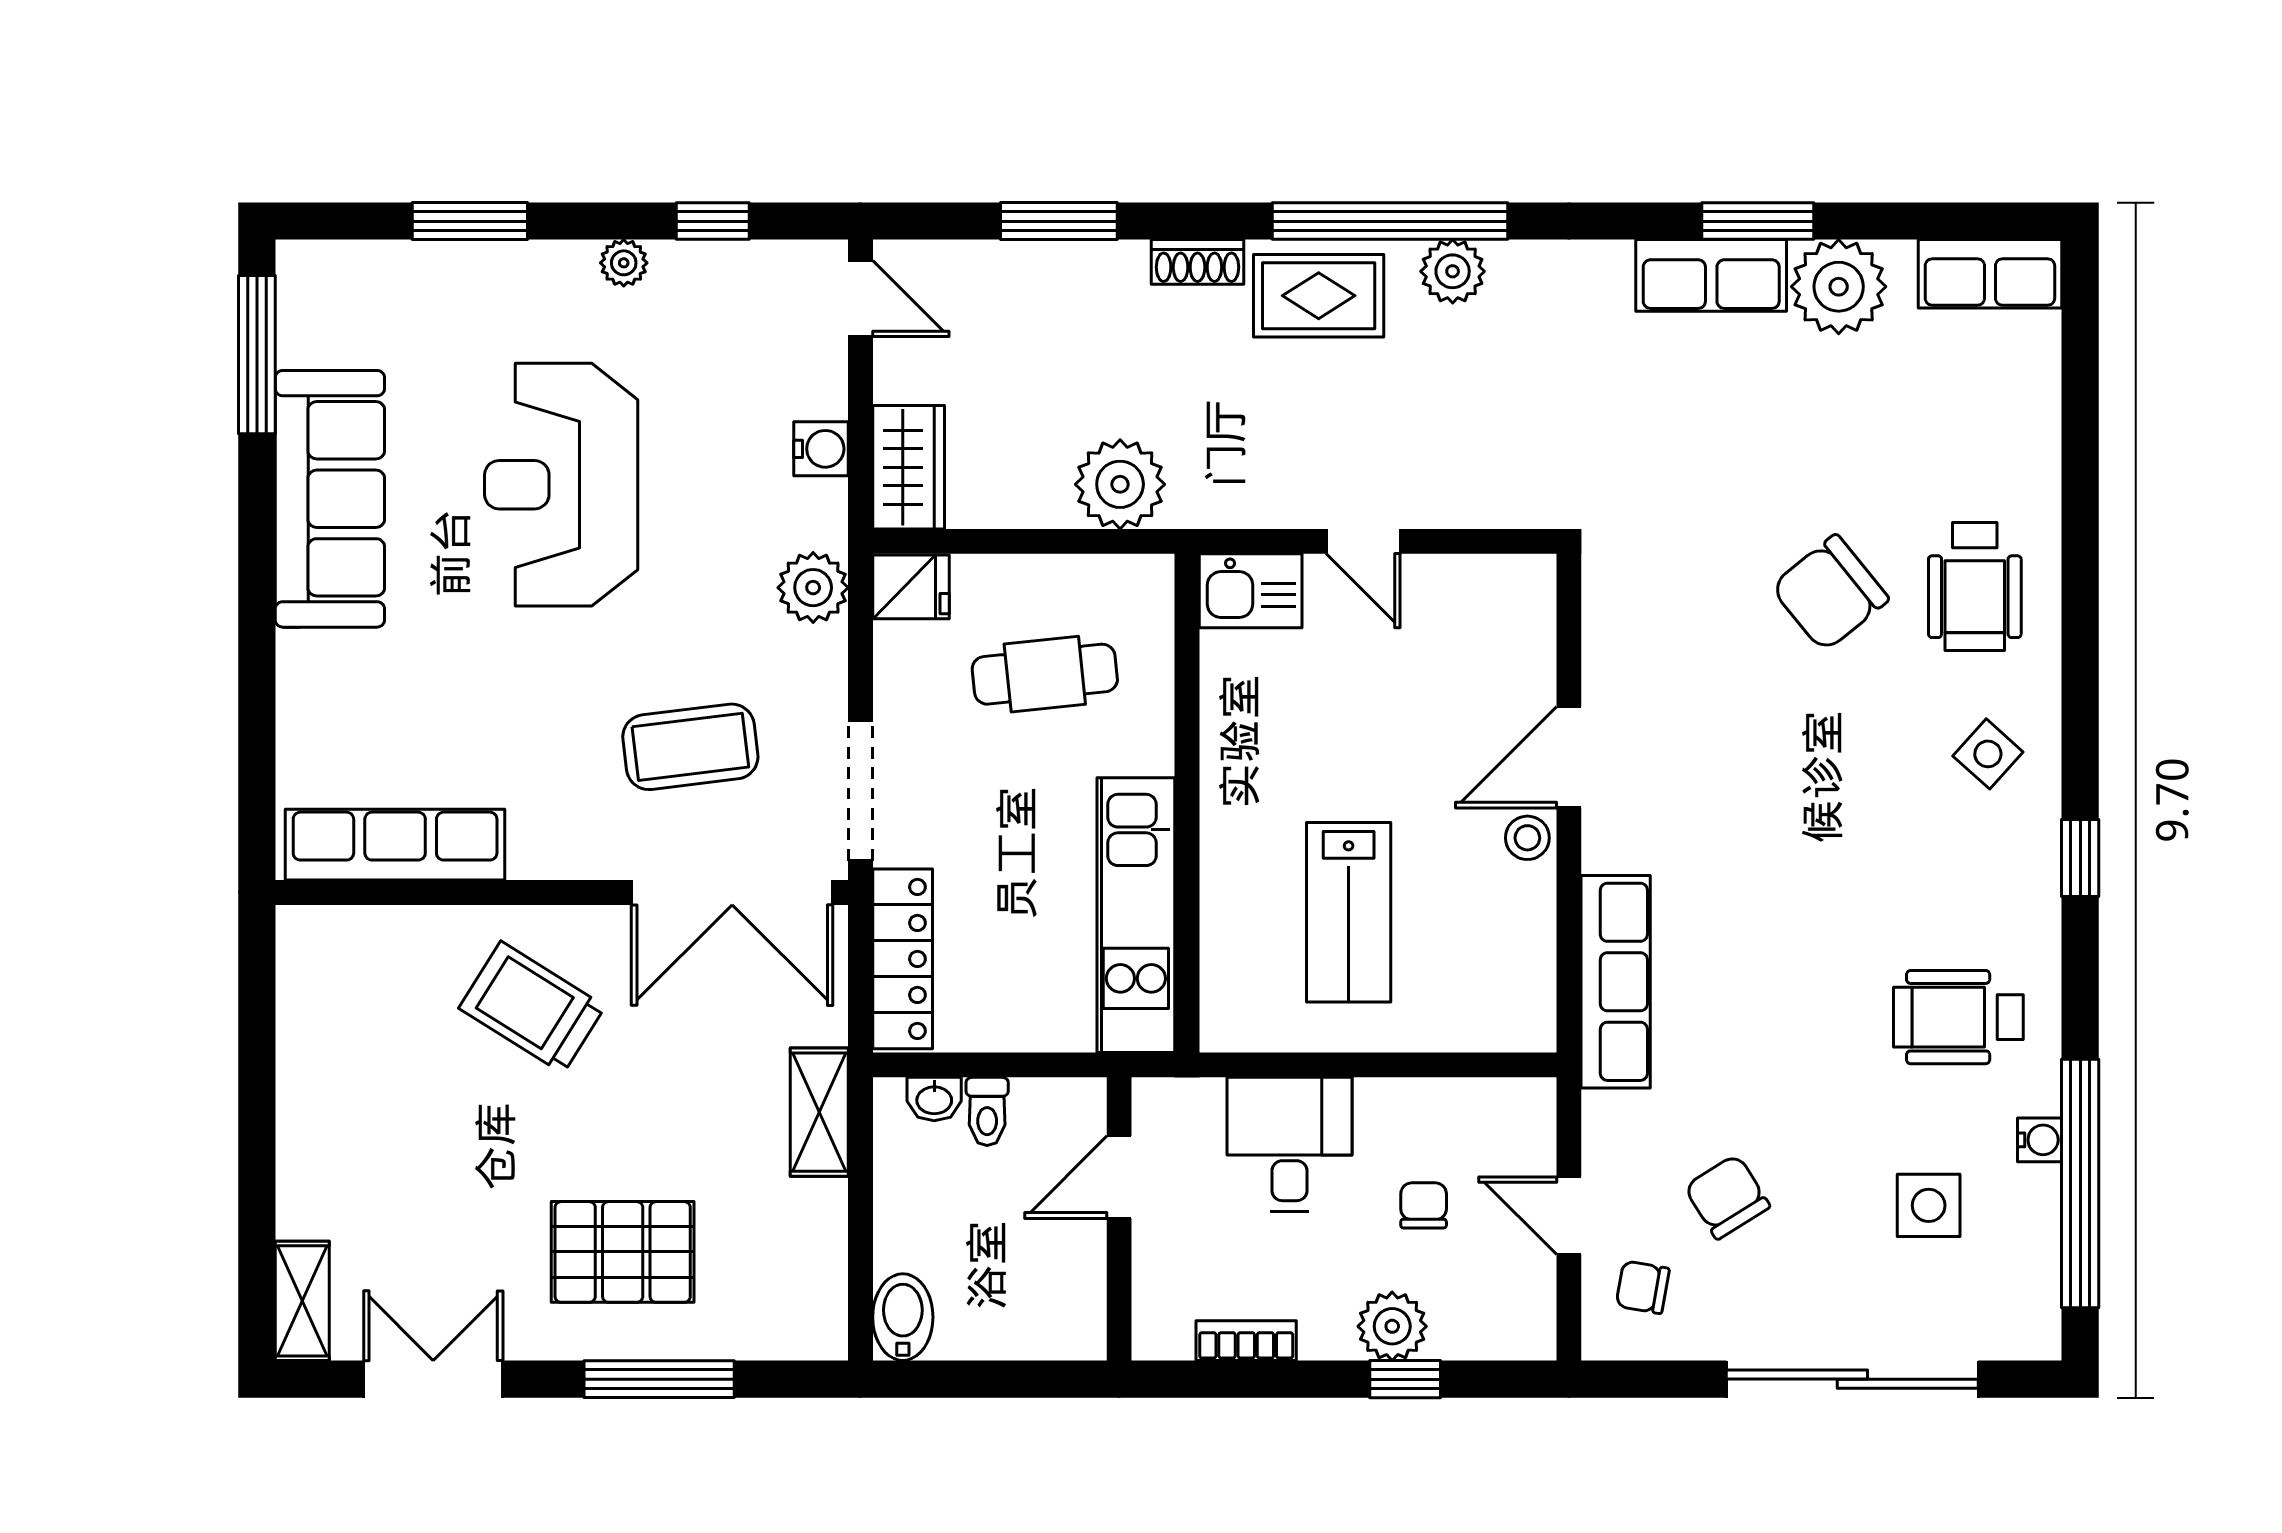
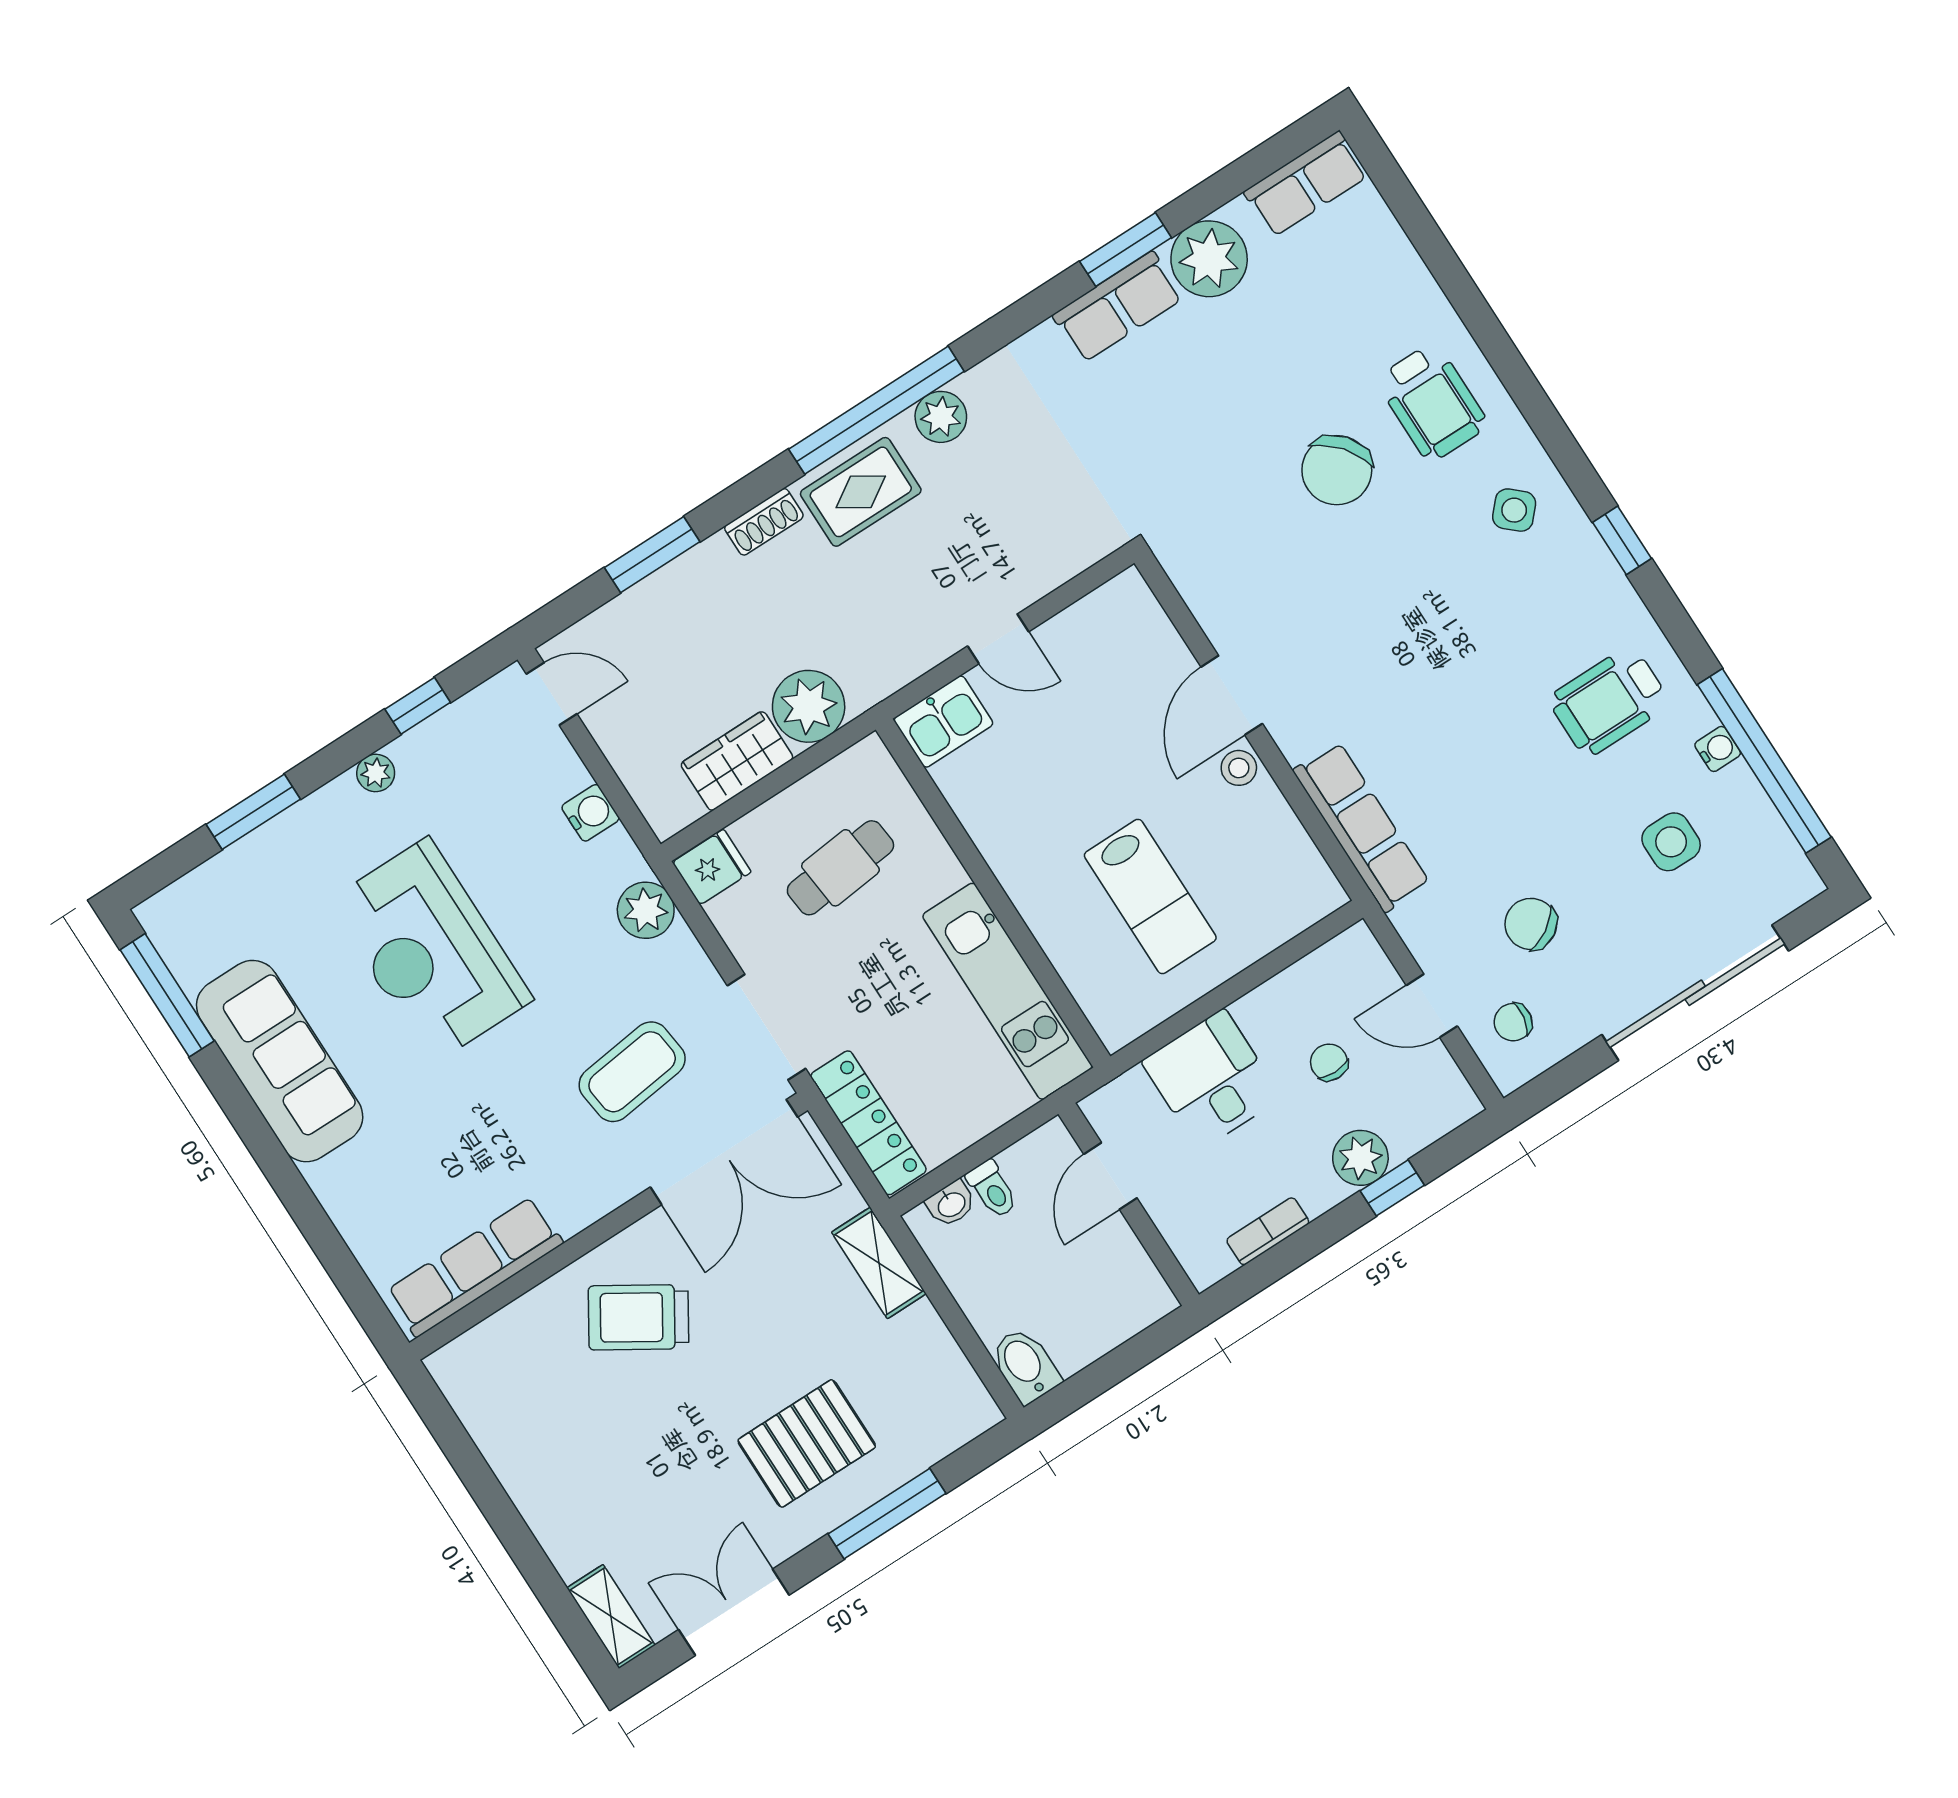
wardrobe: (909, 467) -> (737, 761), moved, turned -90

